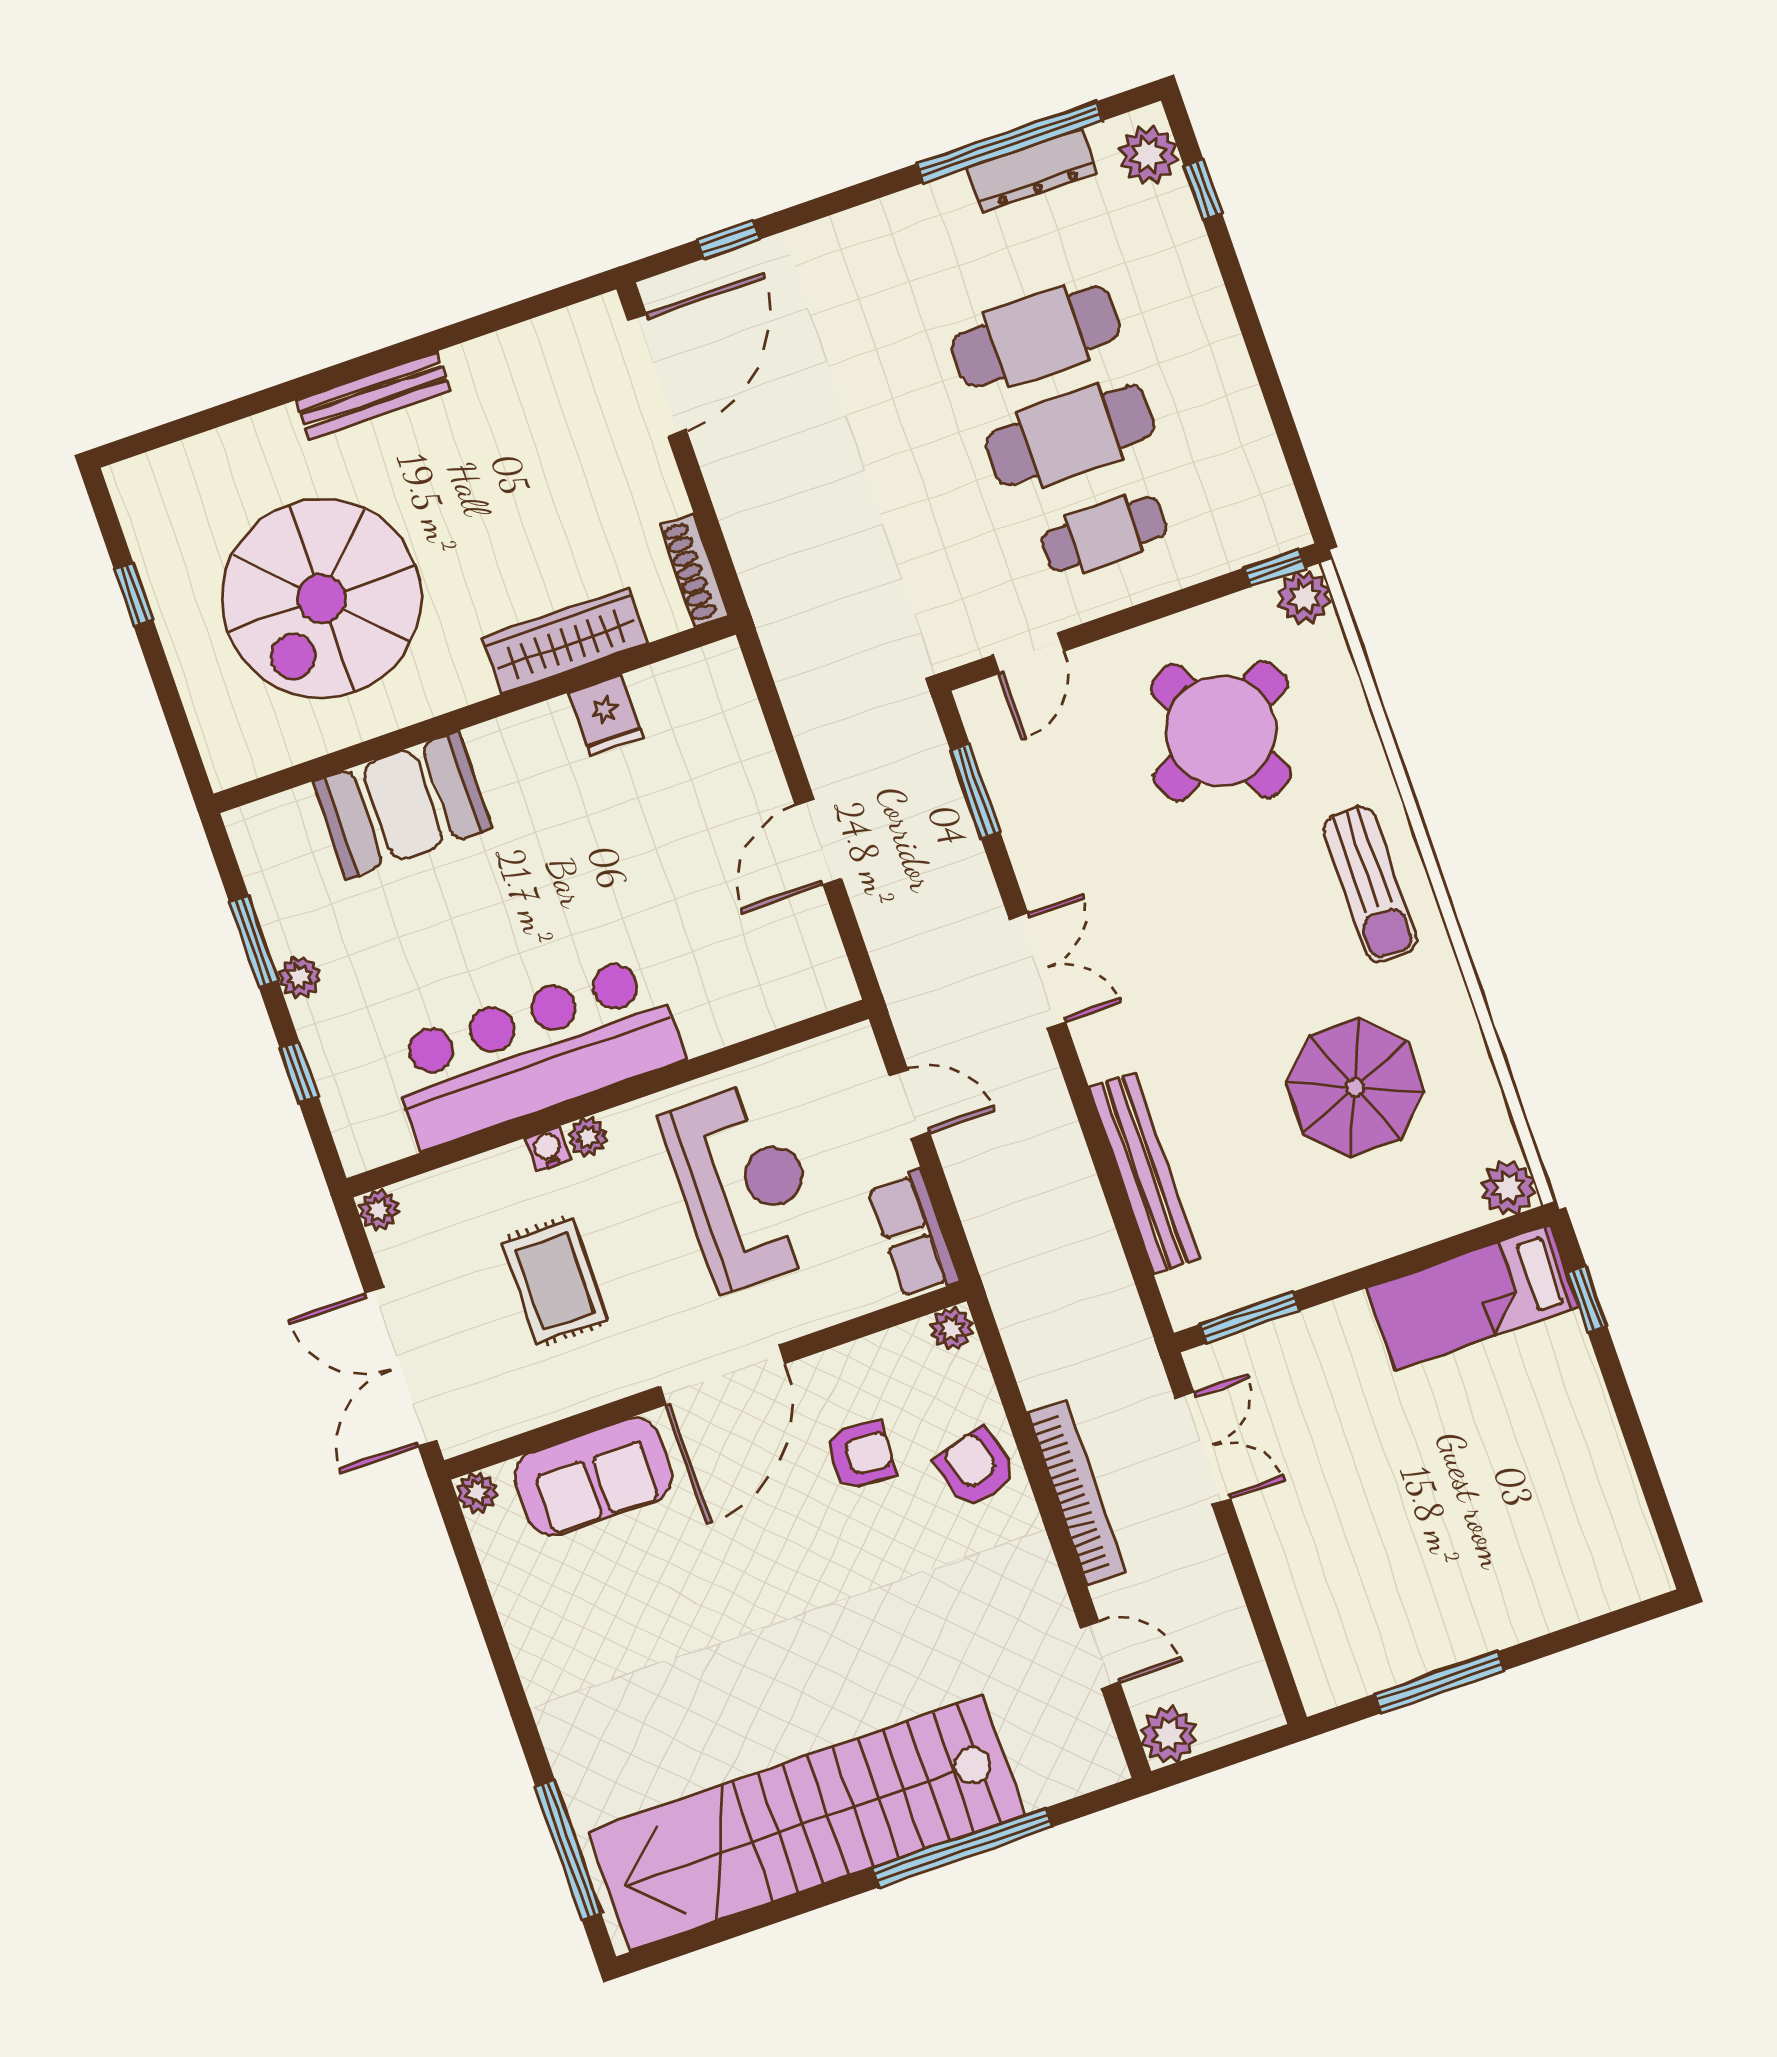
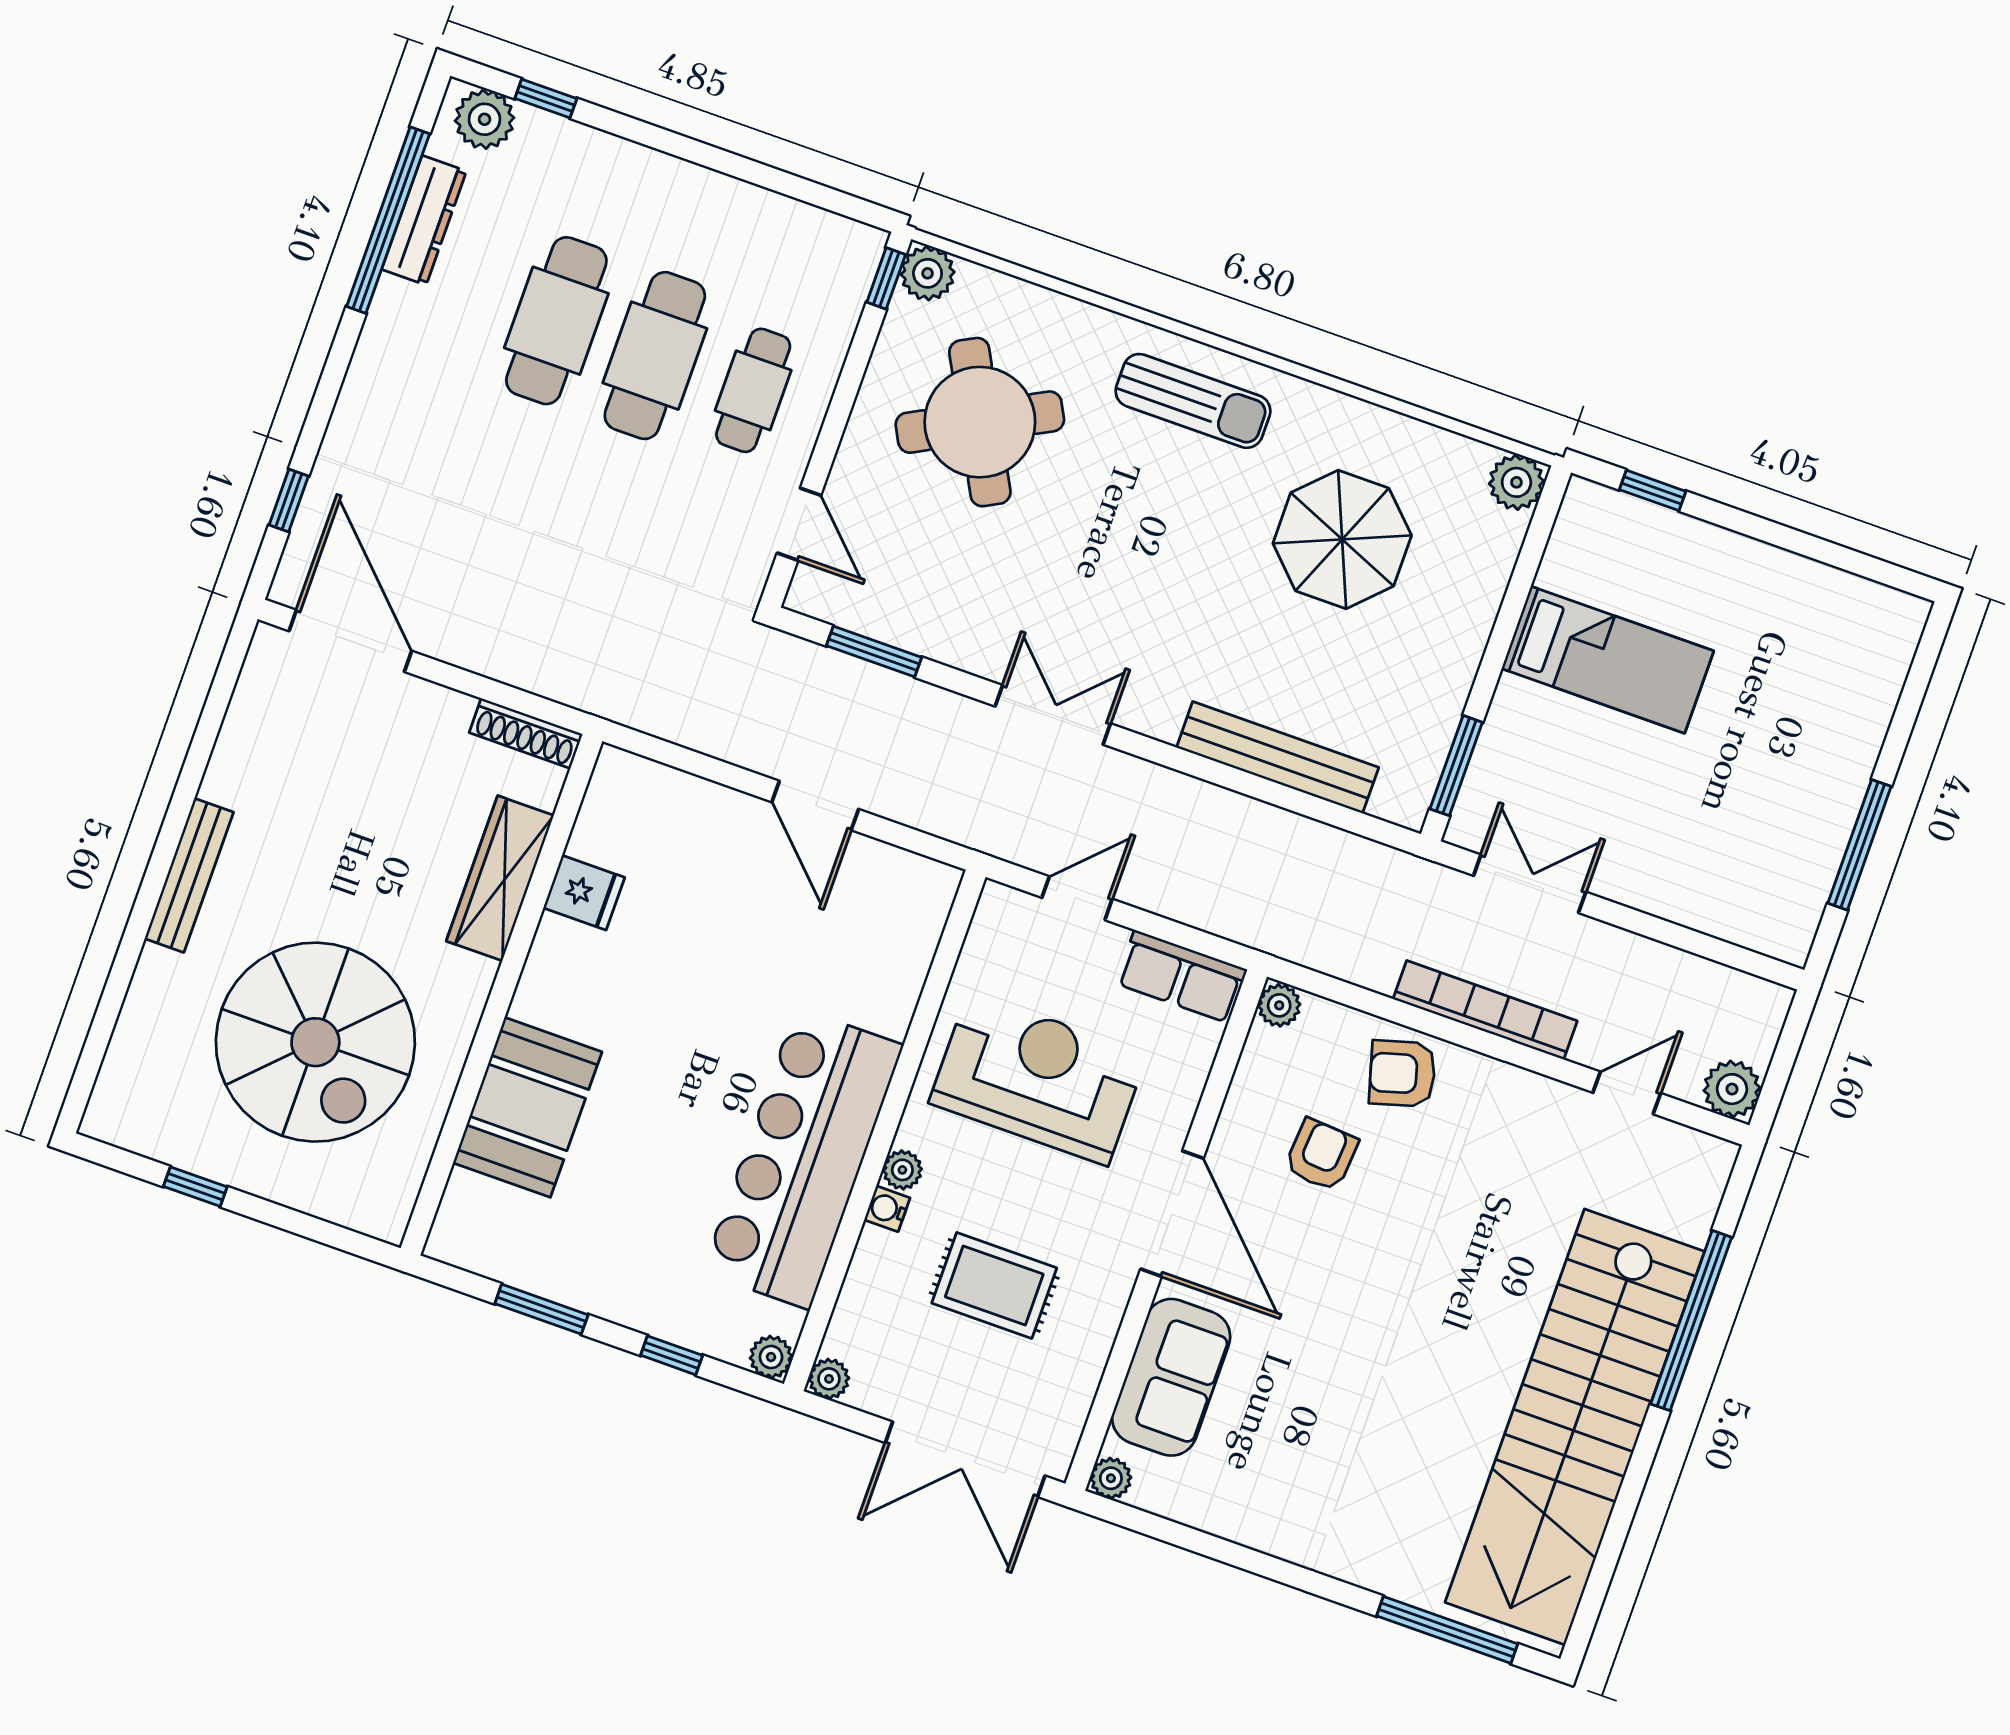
plant: (299, 977) -> (771, 1357), moved
bed: (1473, 1297) -> (1608, 660), moved, turned -90

